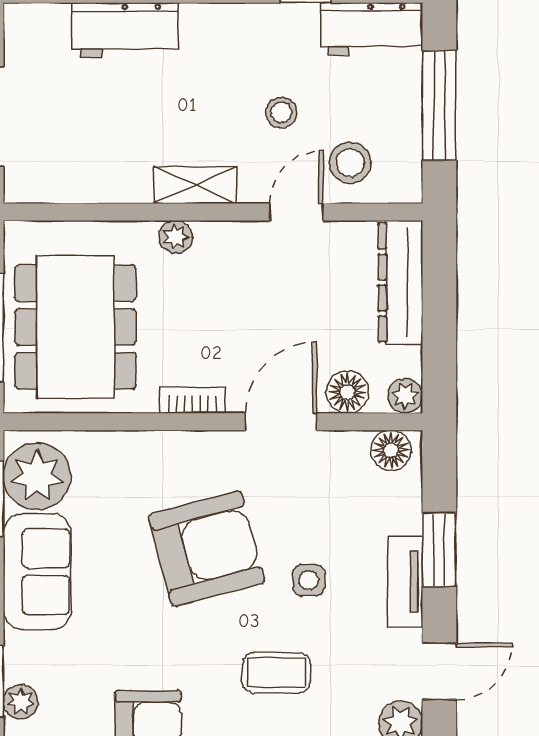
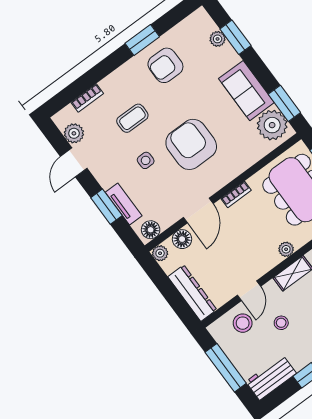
armchair: (206, 549) -> (191, 144), turned 105
tv unit: (405, 582) -> (124, 204), moved

